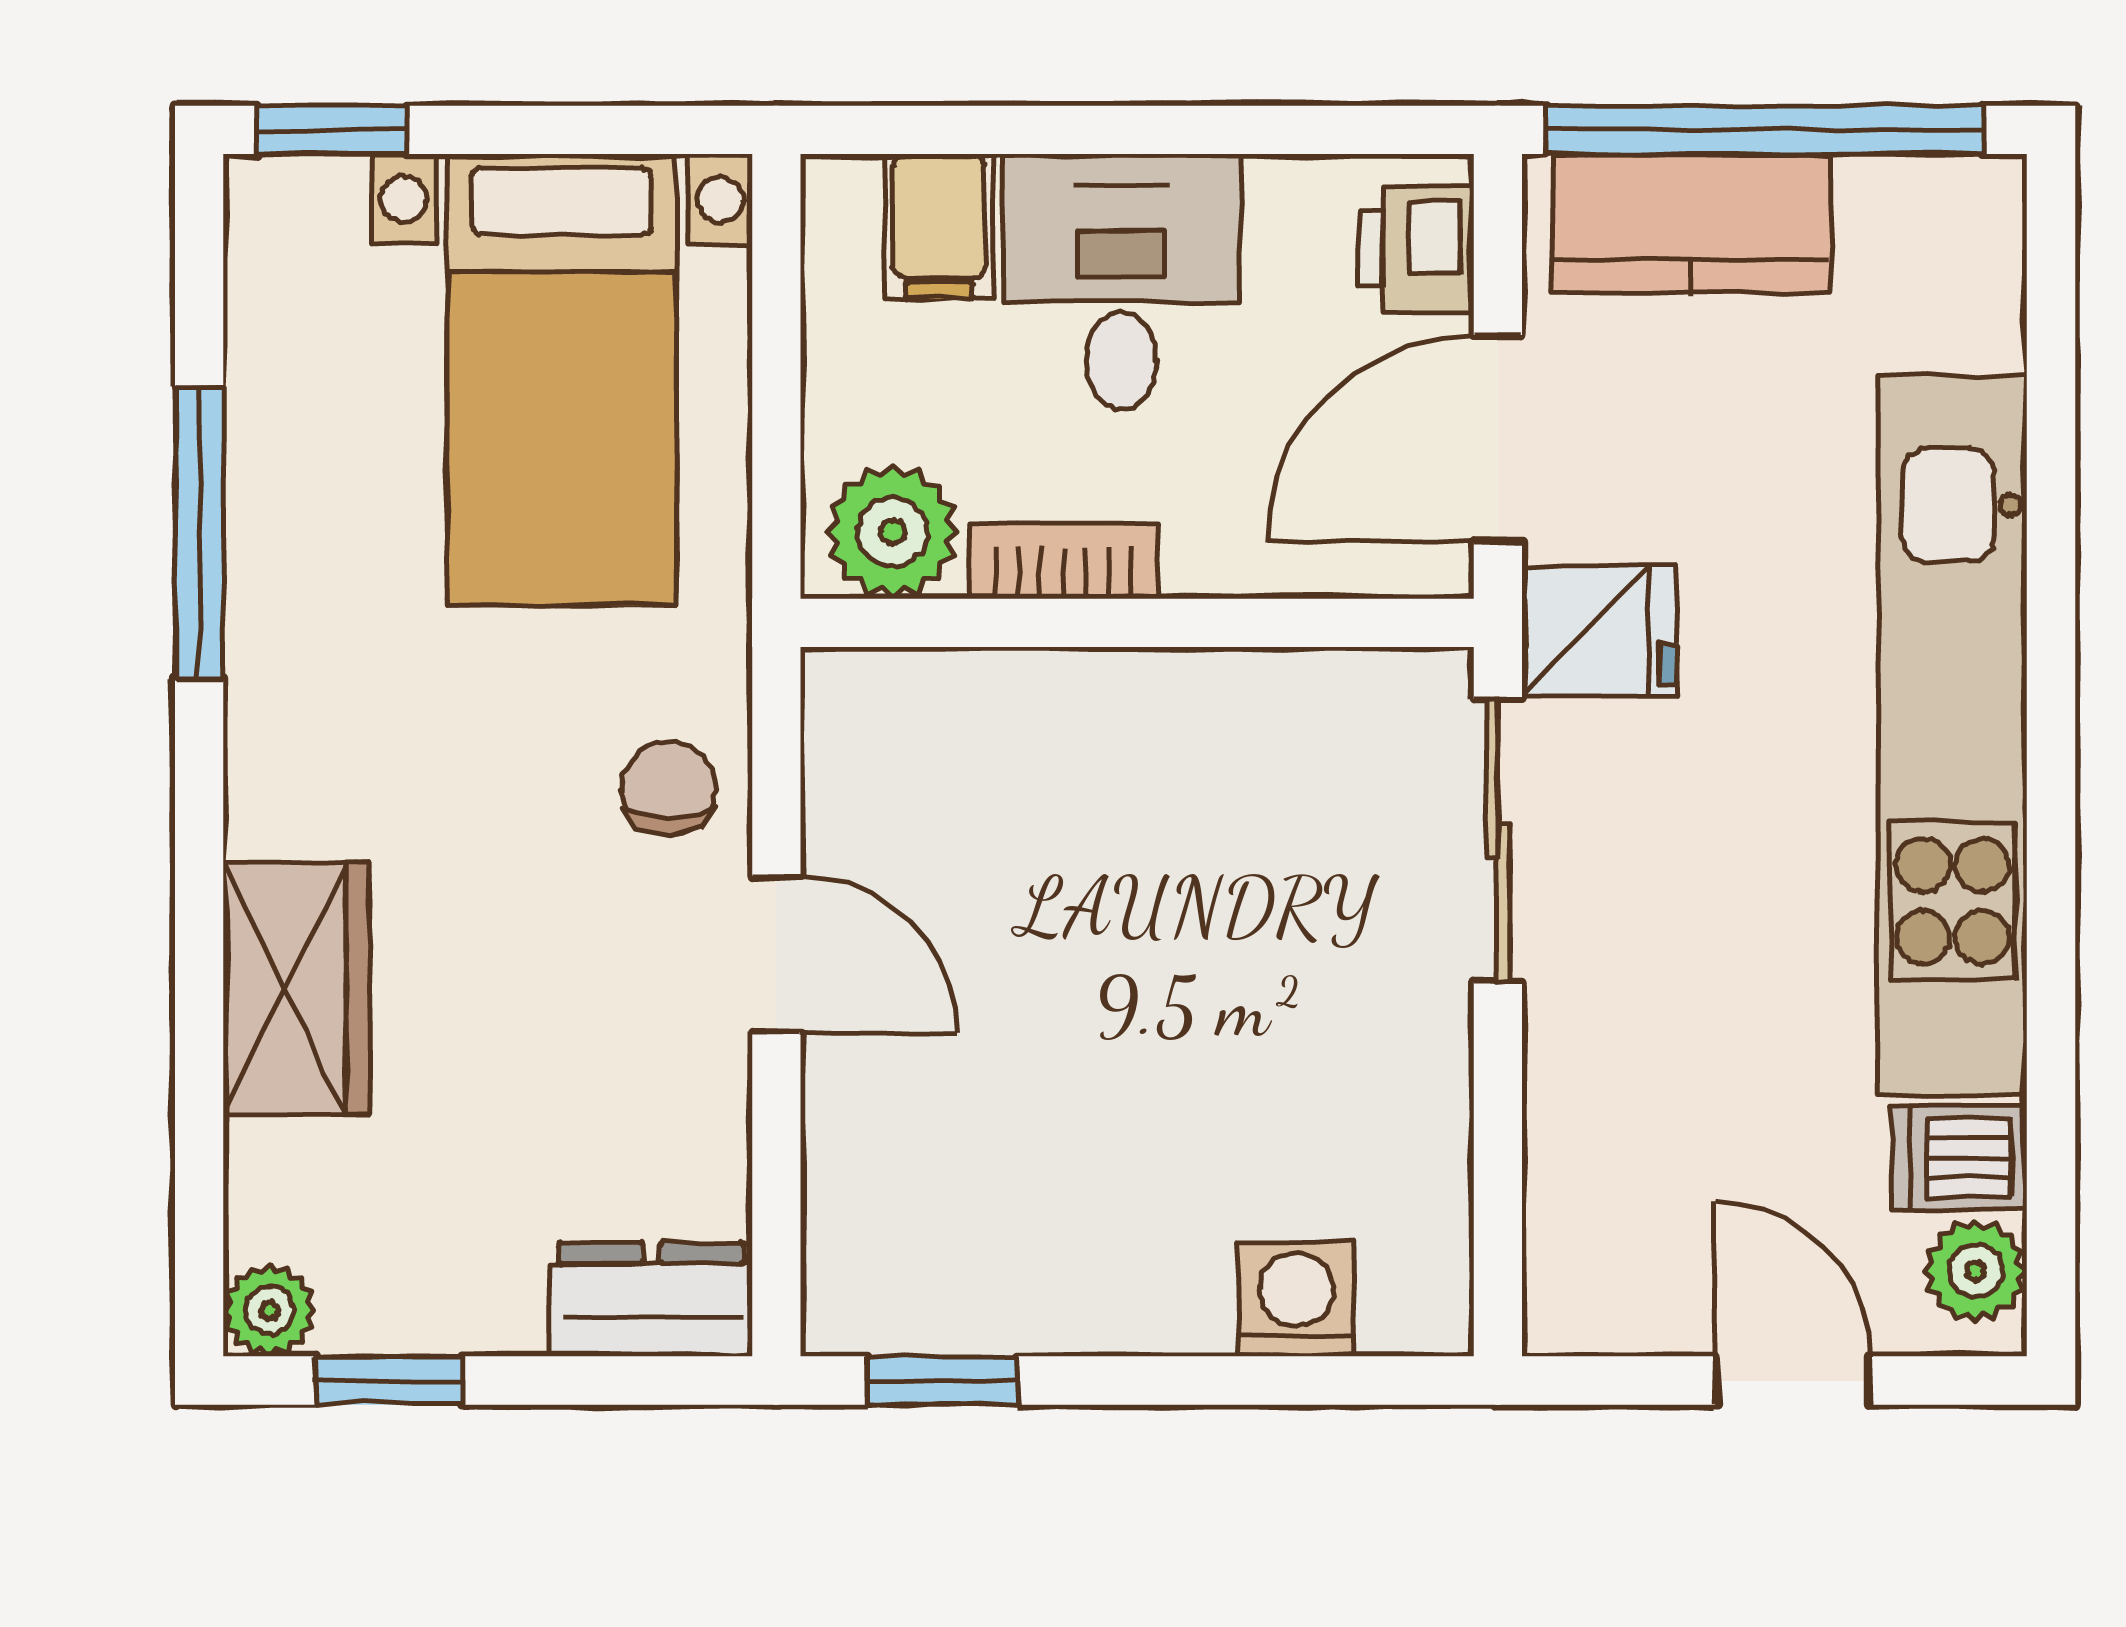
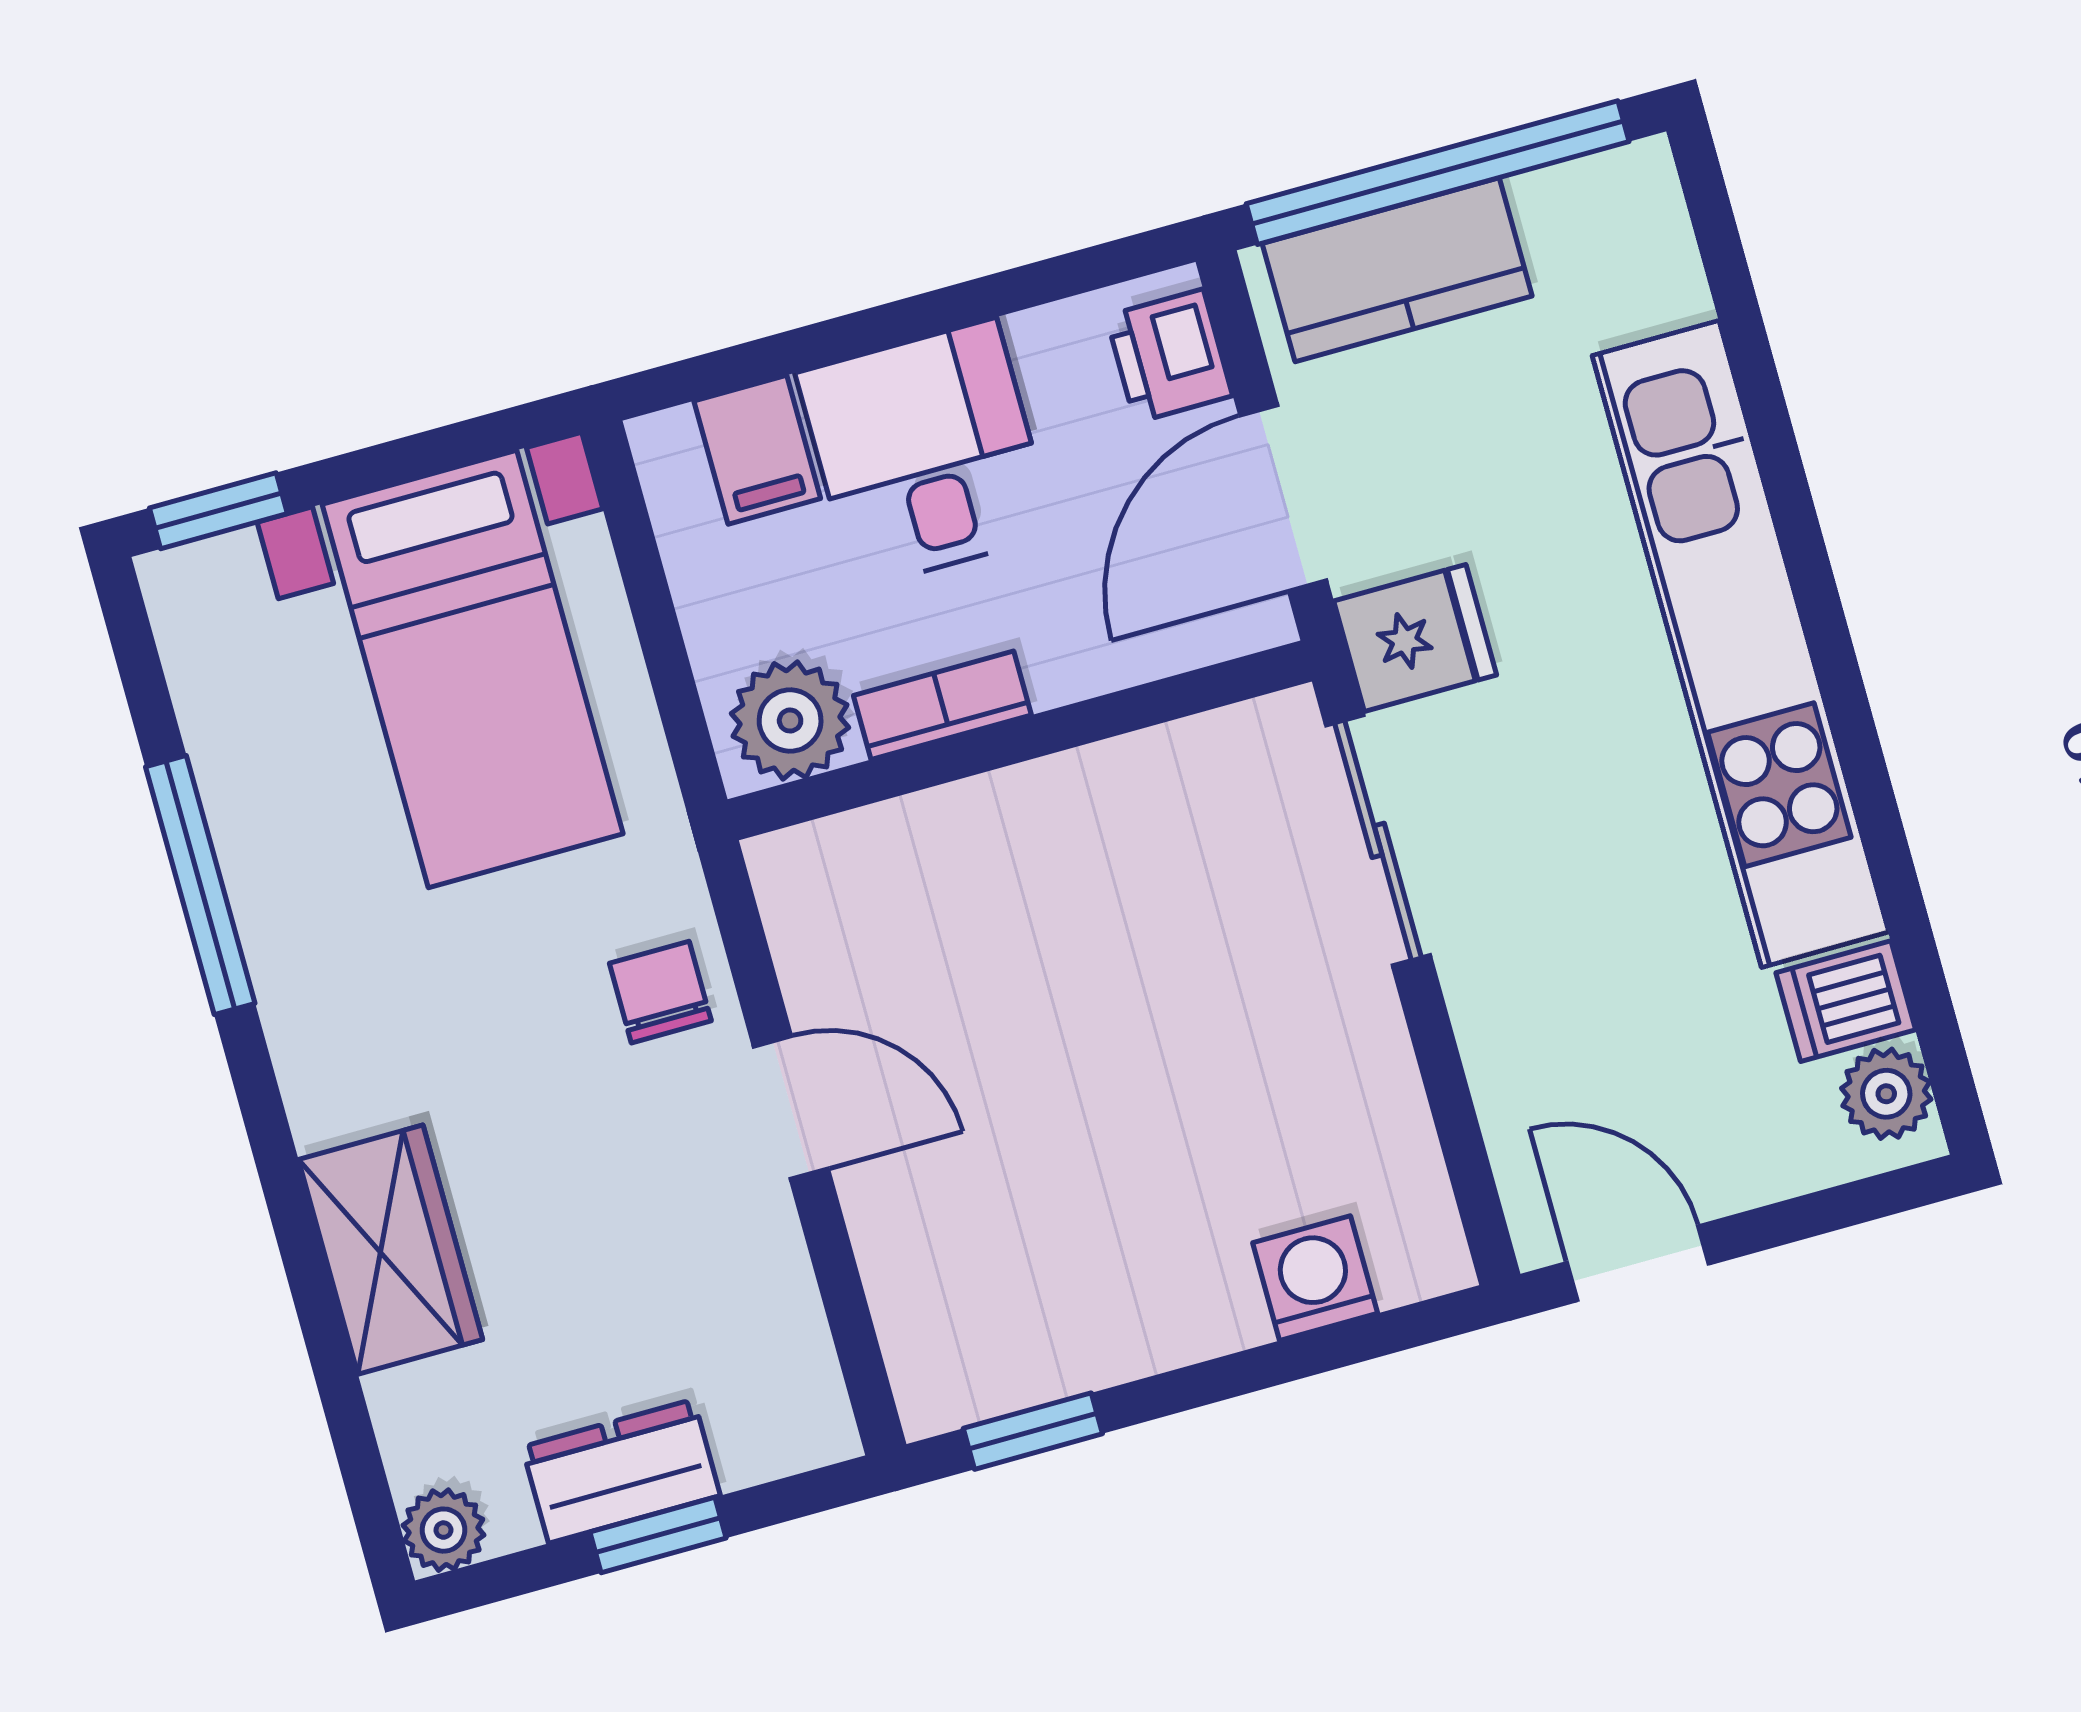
dresser: (651, 1300) -> (621, 1471), moved
window: (389, 1381) -> (658, 1535), moved
door: (1792, 1381) -> (1638, 1263), moved

